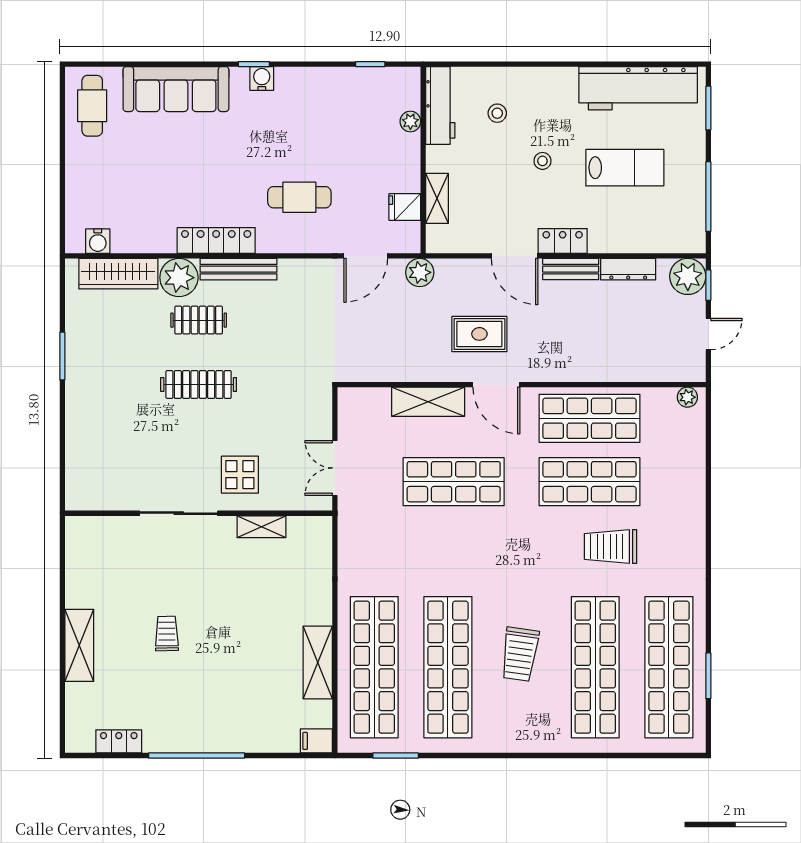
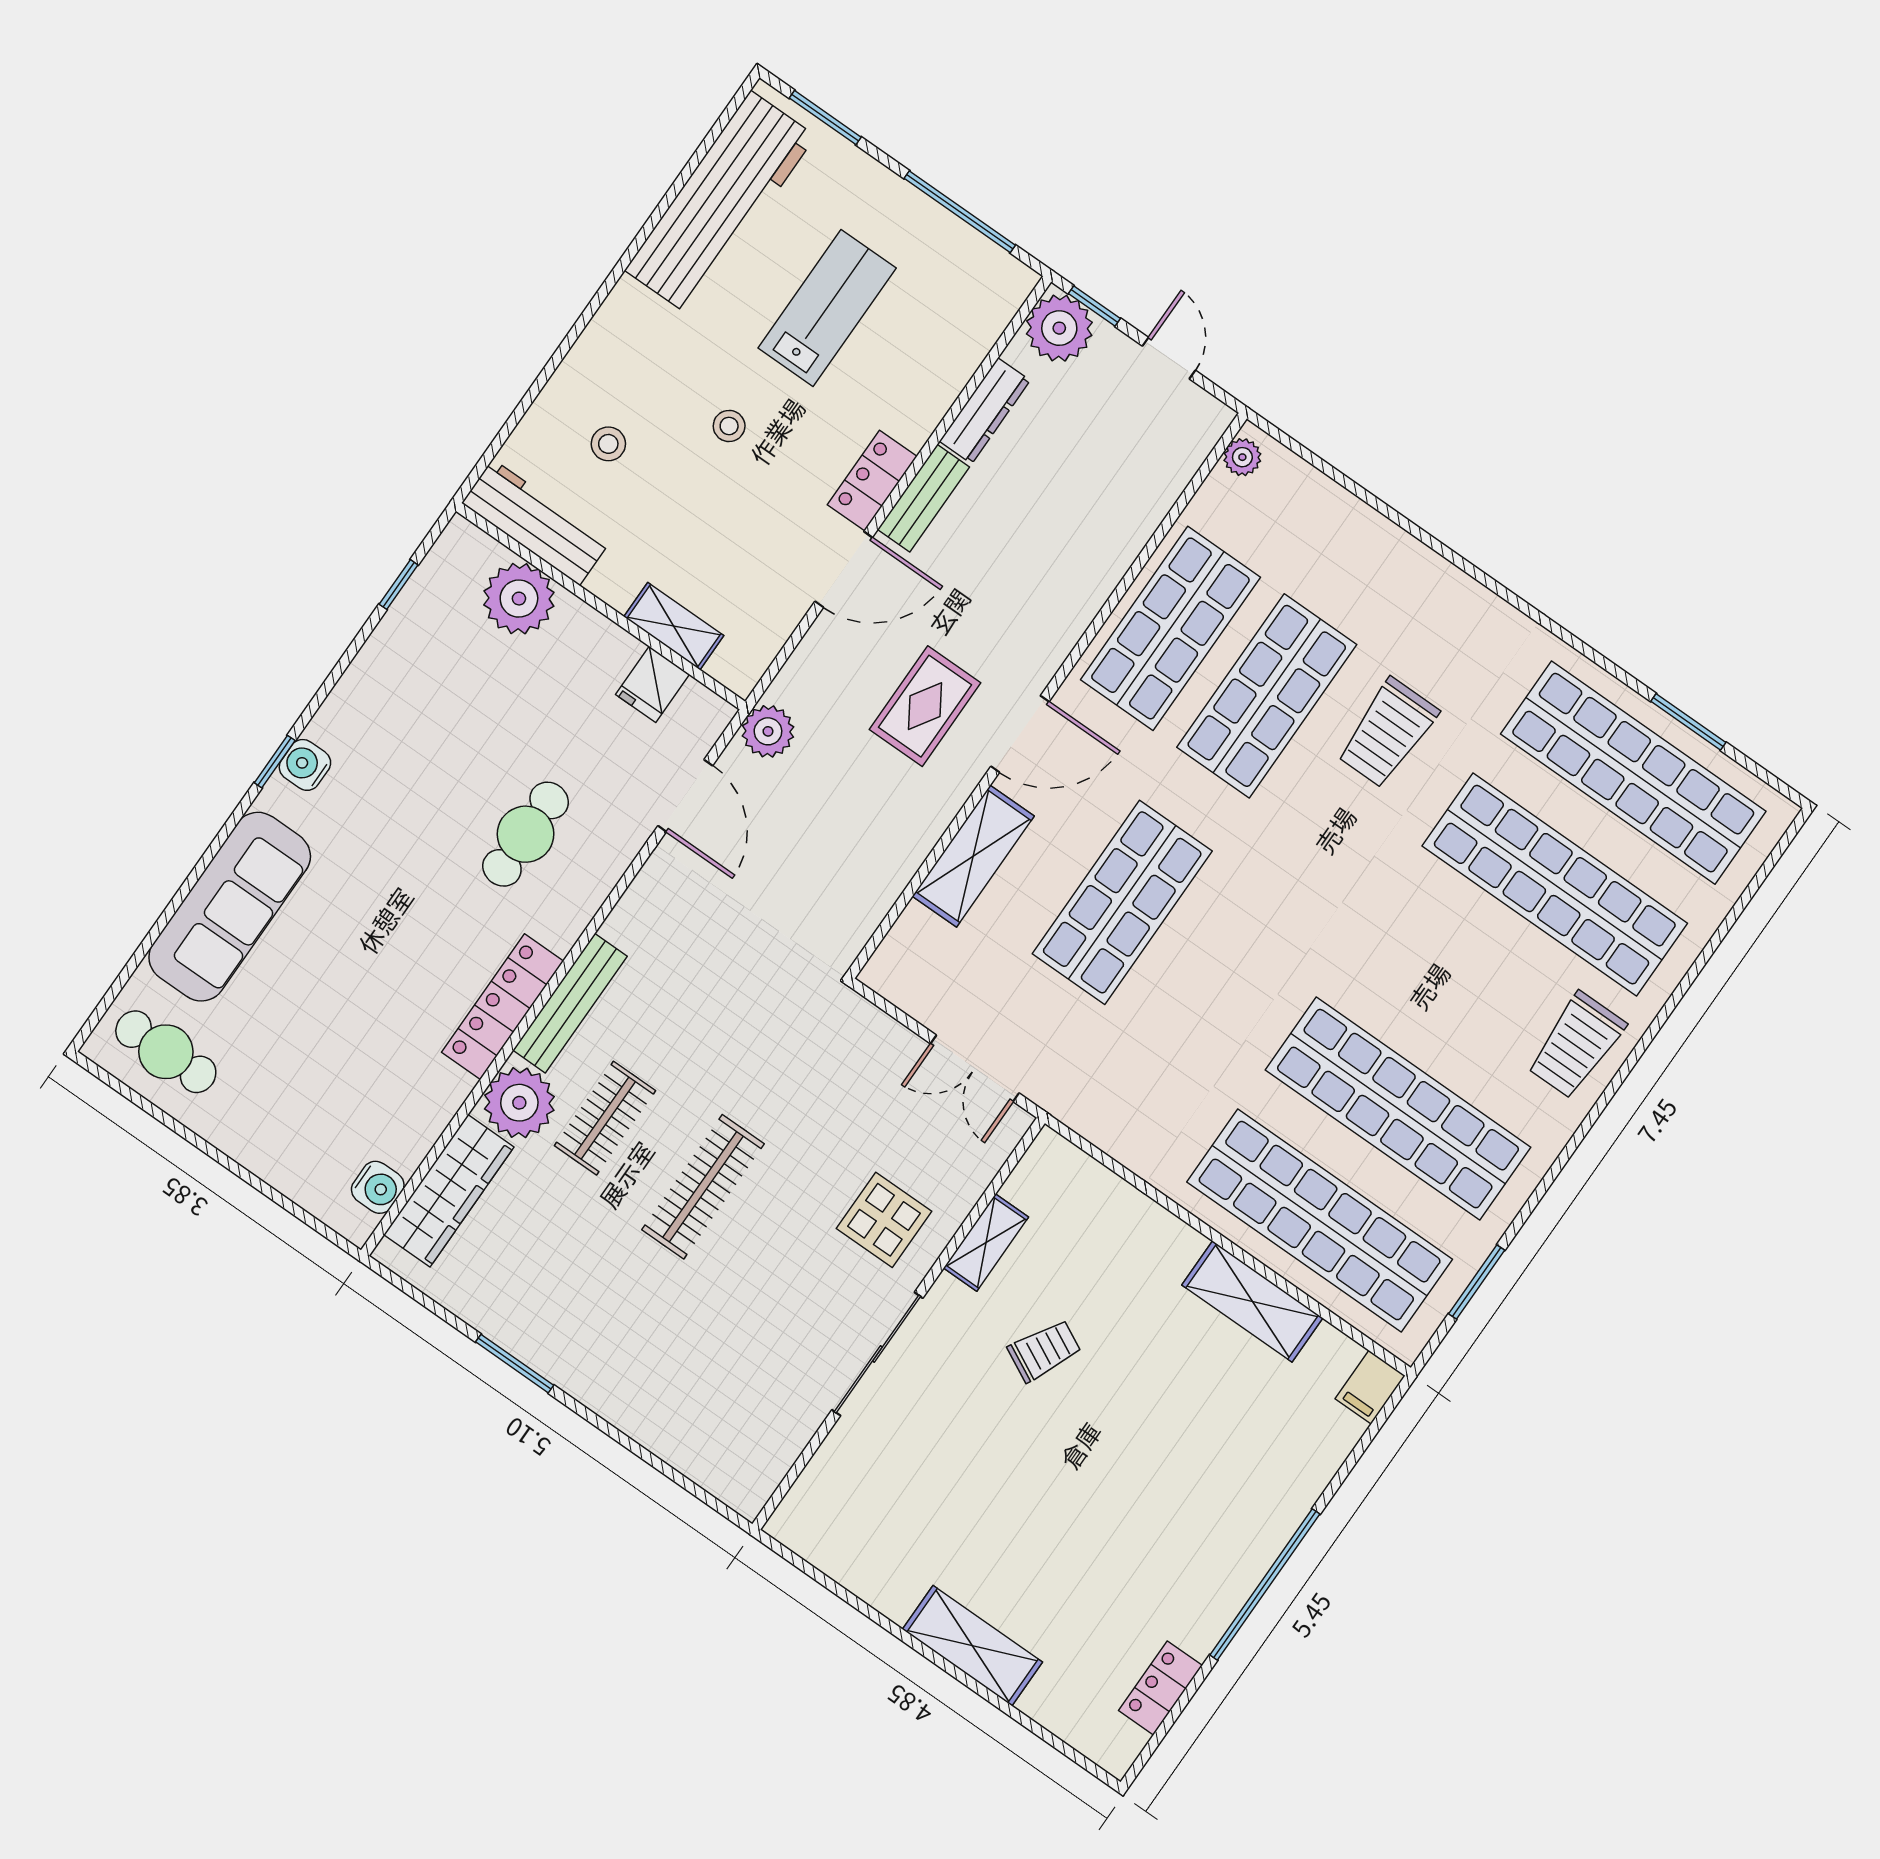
plant: (410, 121) -> (519, 599), width x1.87, depth x1.87
trolley: (167, 633) -> (1044, 1351), moved, turned 118
trolley: (520, 654) -> (1576, 1045), moved, turned 82

